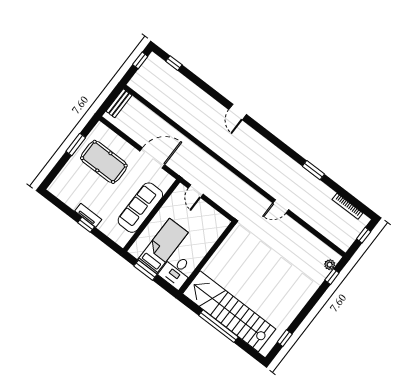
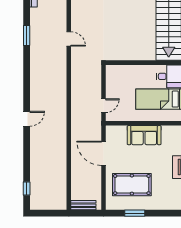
window: (140, 60) -> (43, 213), removed
pool table: (104, 162) -> (132, 185), turned 90
sofa: (140, 208) -> (144, 135), width x0.73

